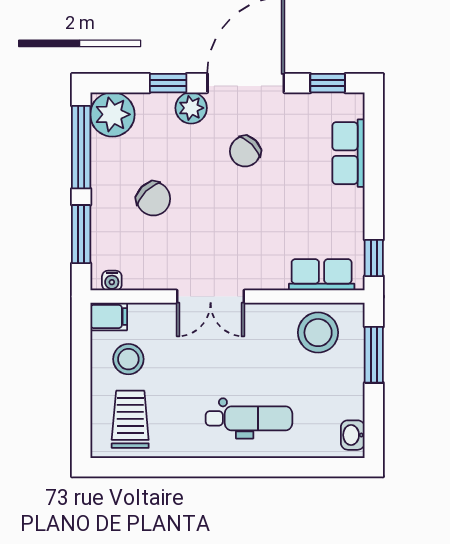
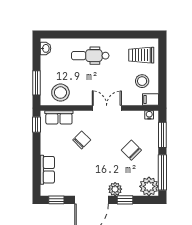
chair: (245, 151) -> (82, 140), moved
trolley: (130, 419) -> (141, 55), turned 90

